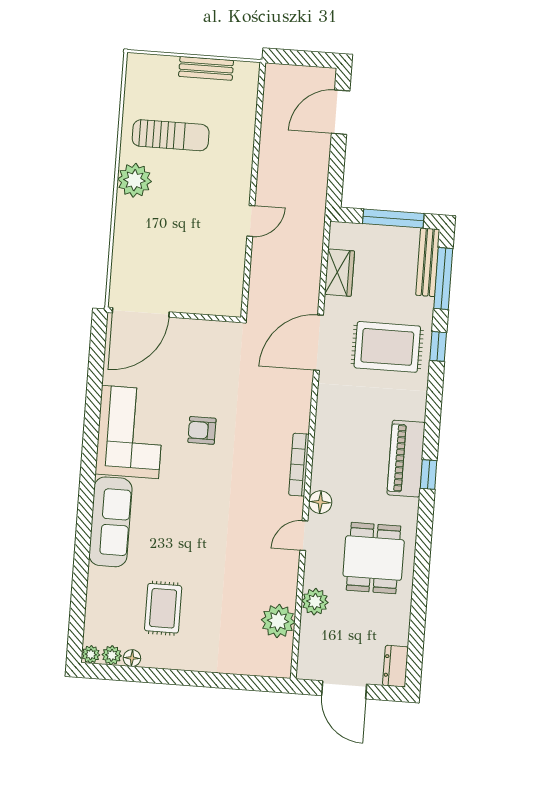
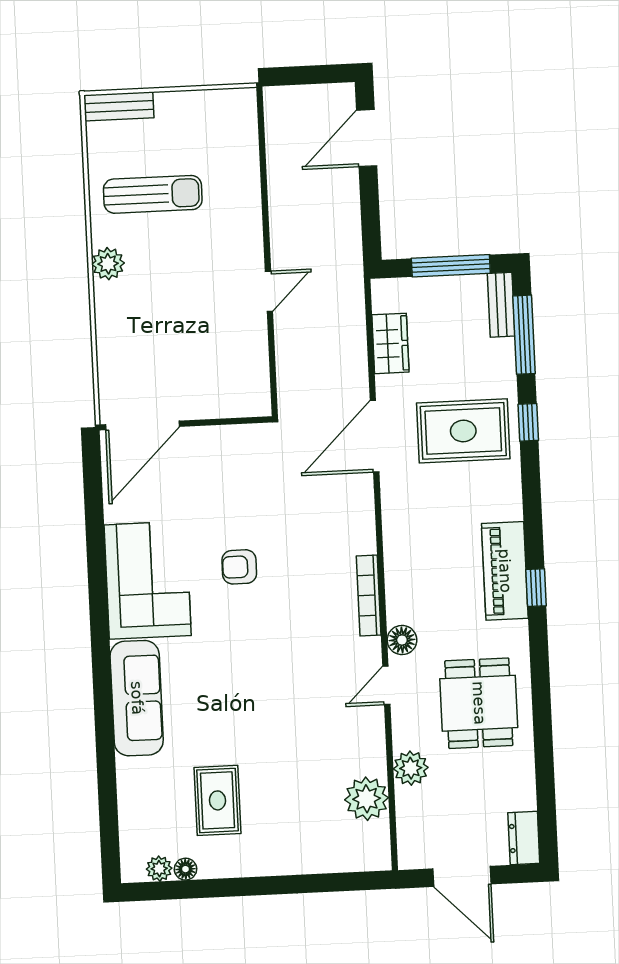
bench: (206, 68) -> (119, 106), moved
plant: (134, 180) -> (108, 264), width x0.73, depth x0.73
bench: (428, 262) -> (501, 305), width x0.73
plant: (91, 654) -> (132, 871), removed

